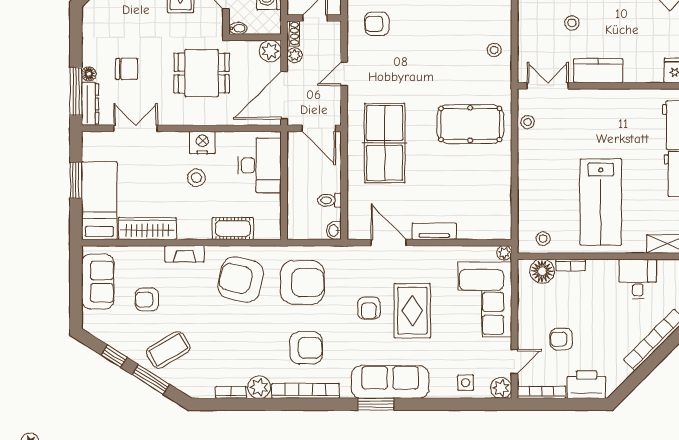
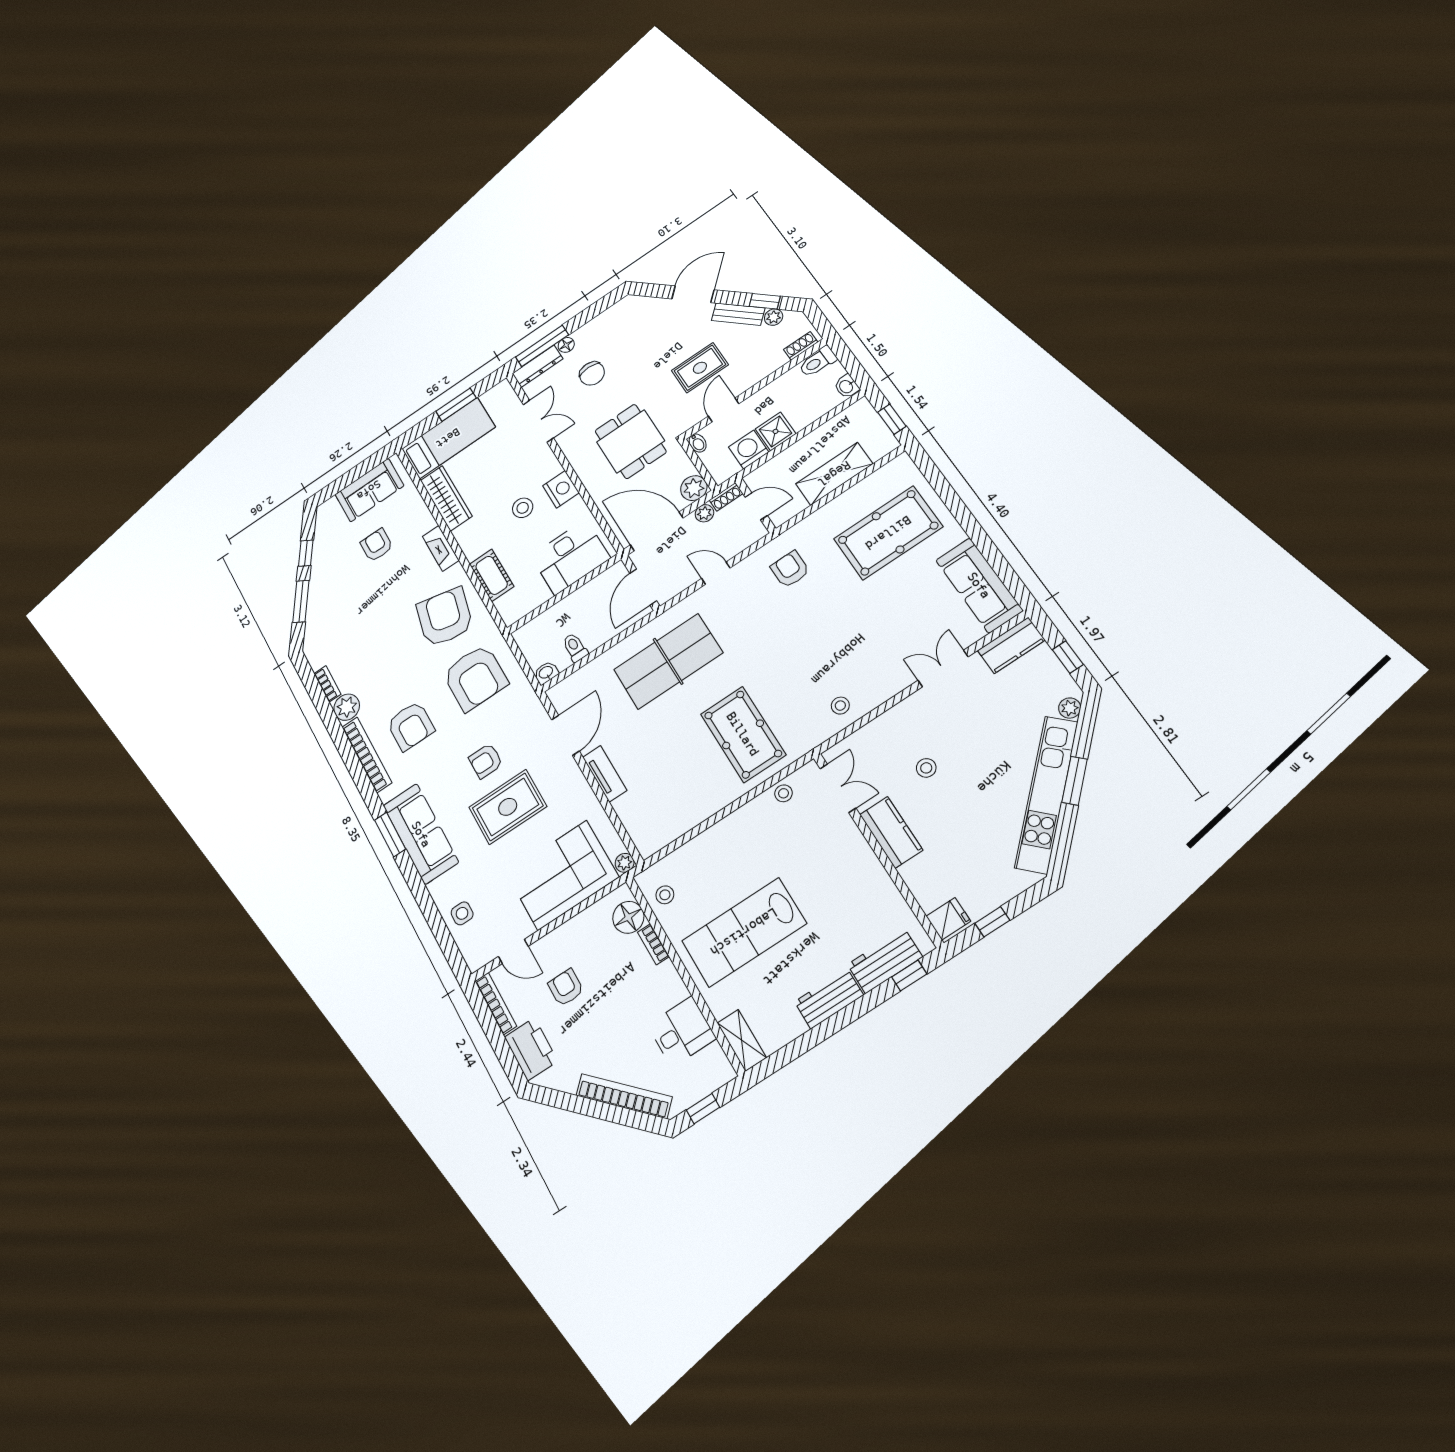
coffee table: (168, 350) -> (338, 598), removed
plant: (501, 388) -> (477, 956), removed

